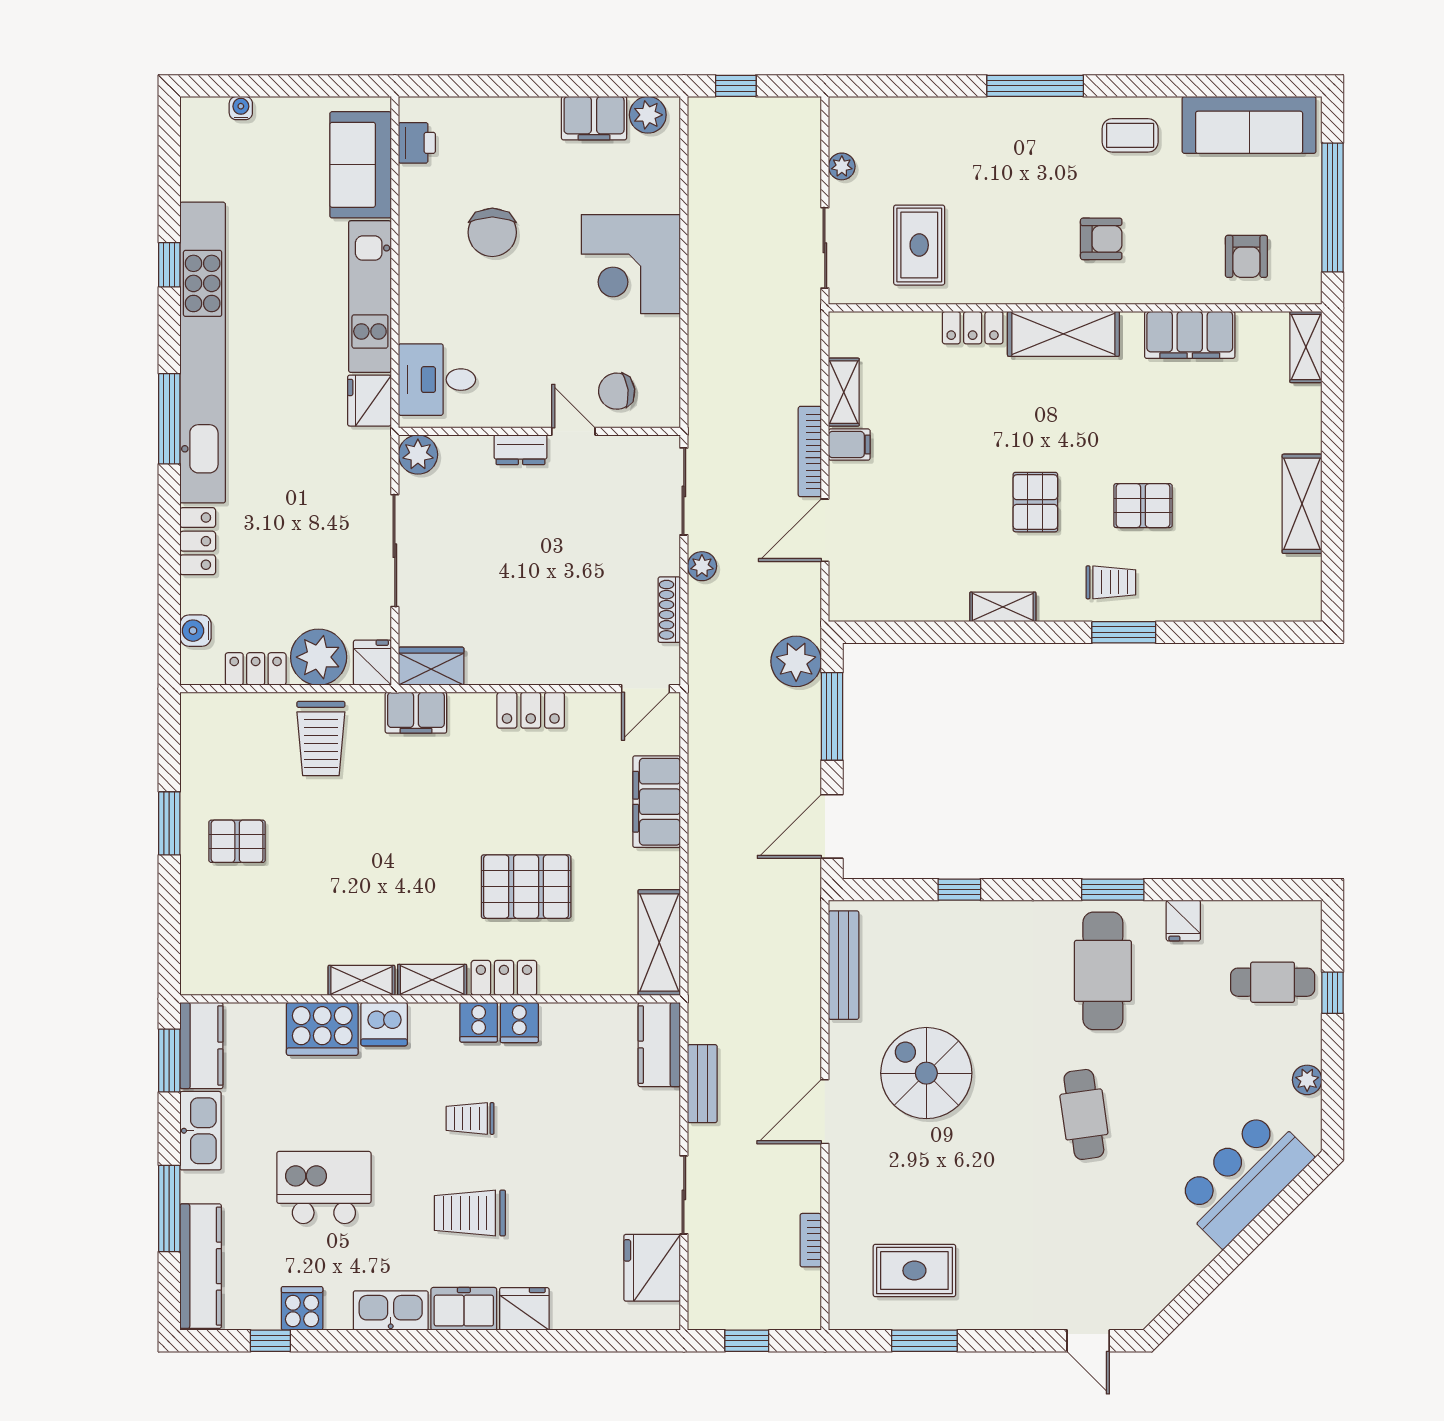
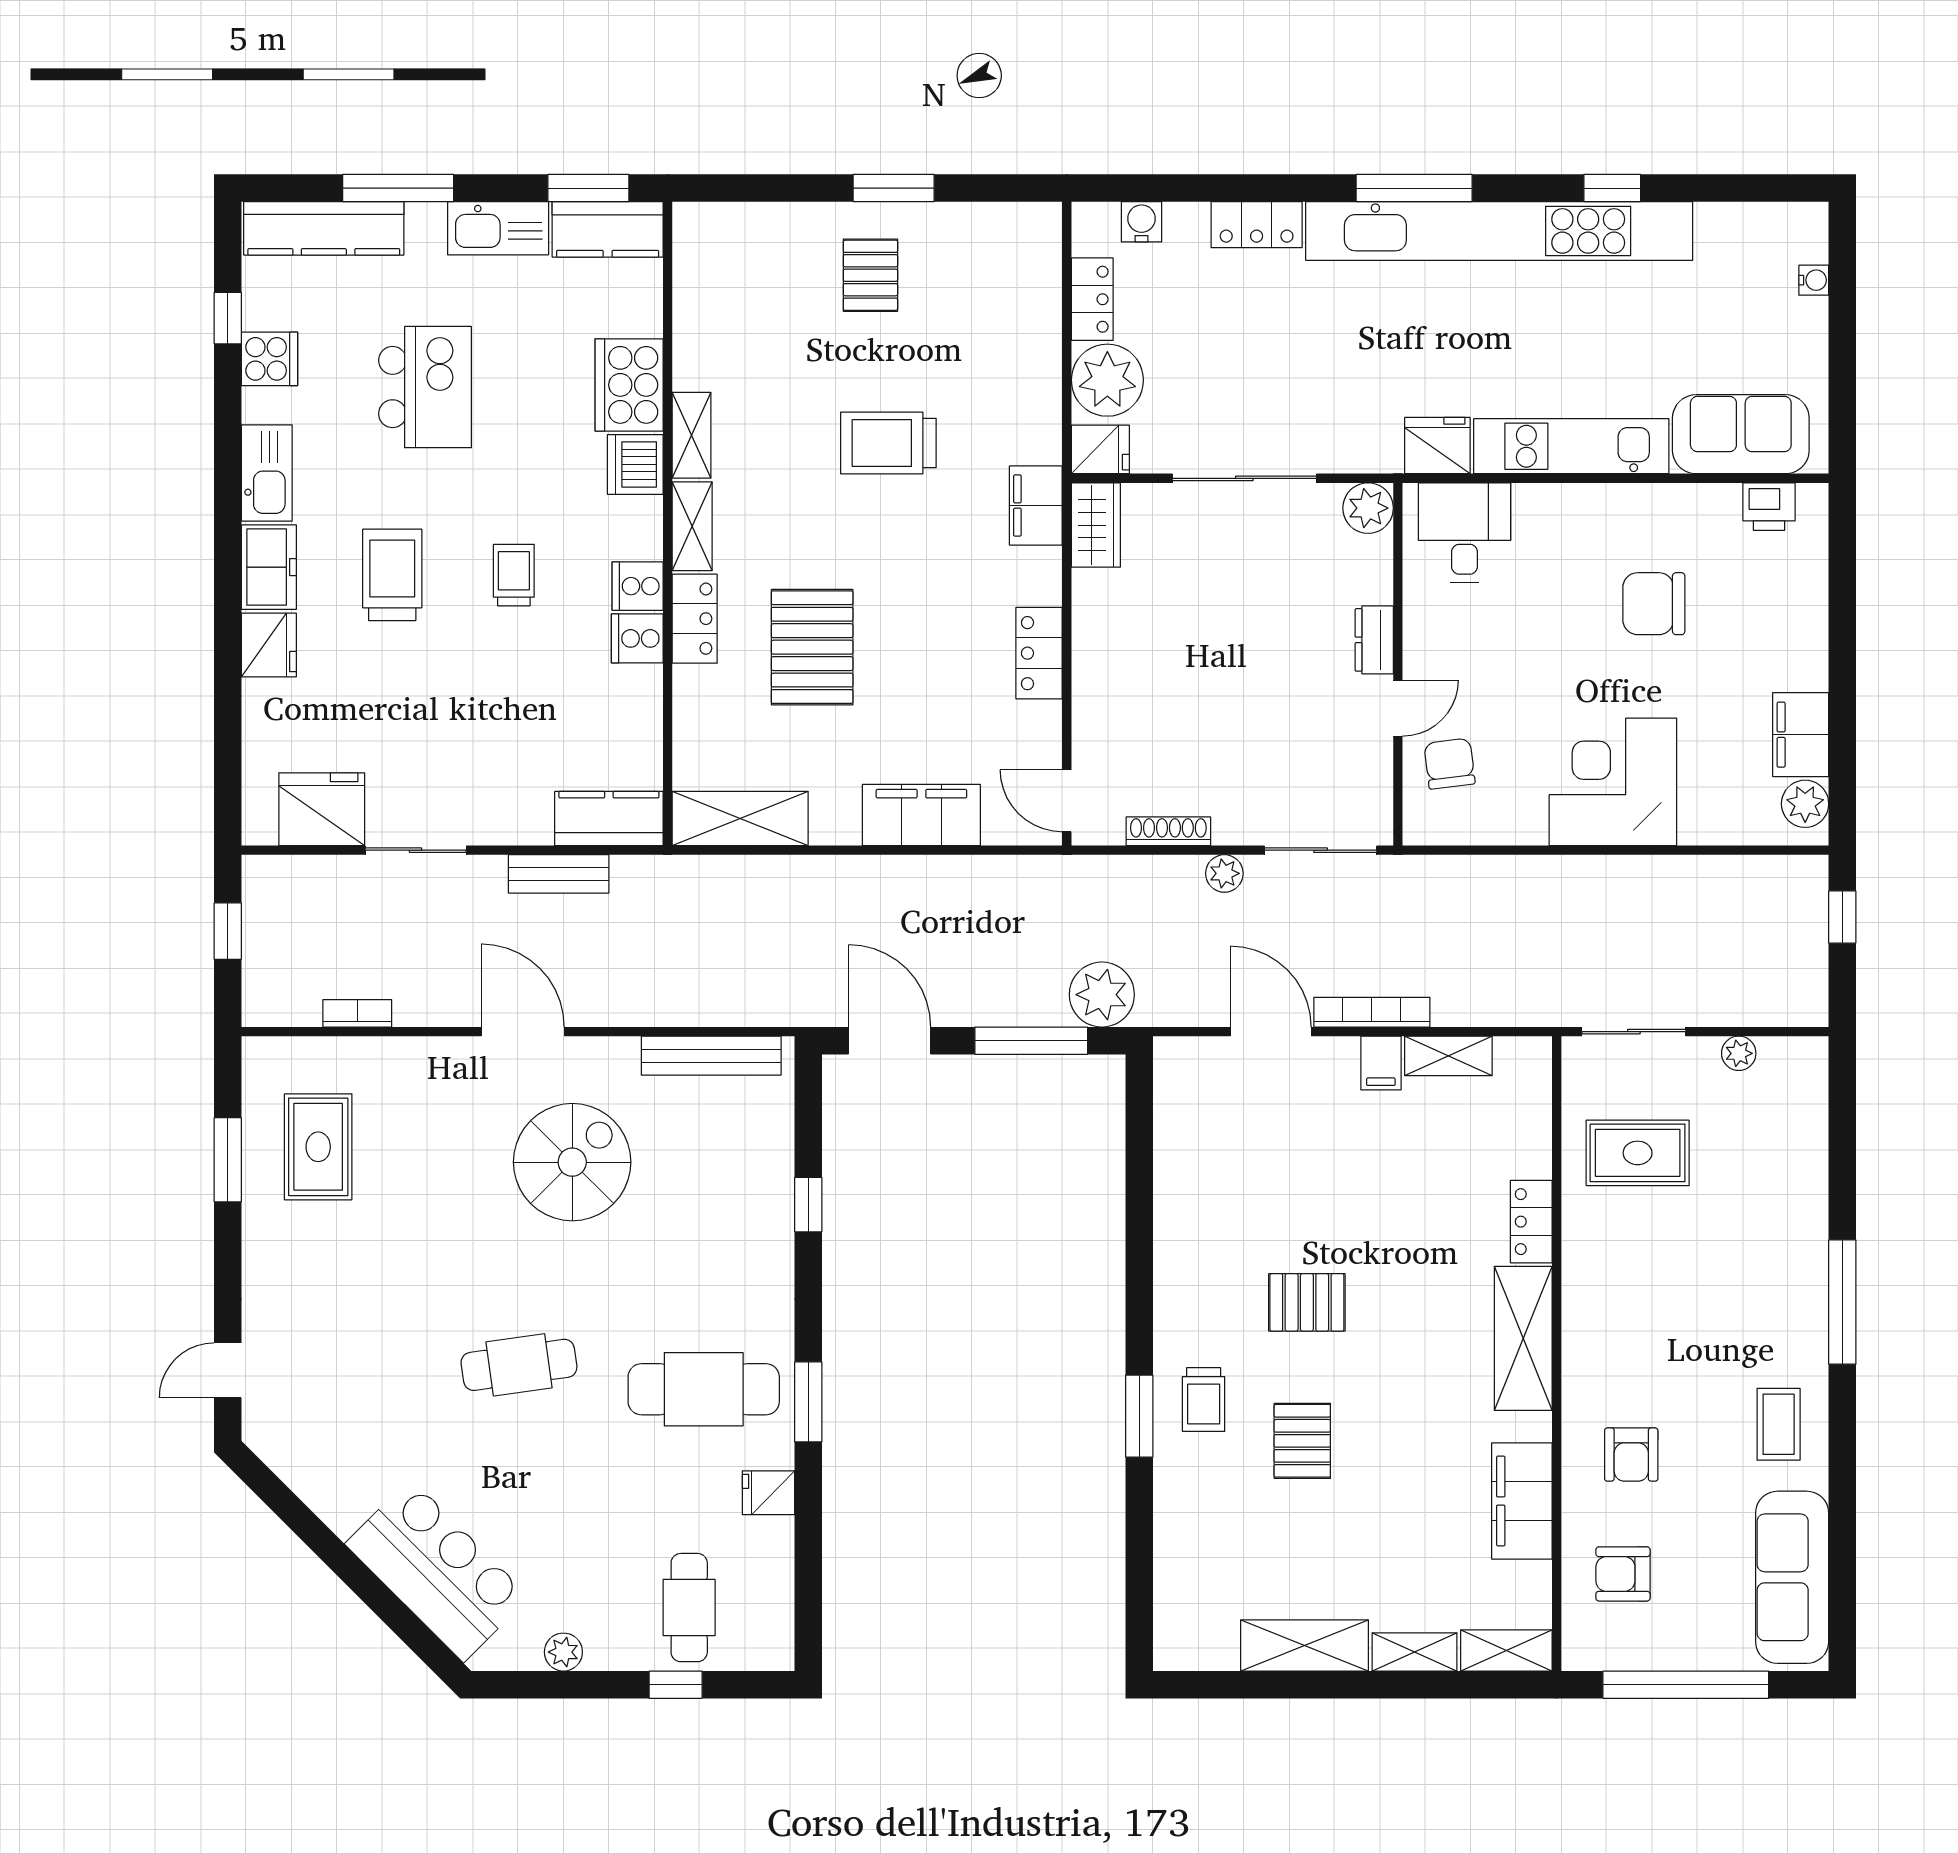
armchair: (1101, 239) -> (1631, 1455), moved
shelving: (1003, 607) -> (1415, 1652), moved, turned 90
trolley: (321, 739) -> (888, 443), moved

